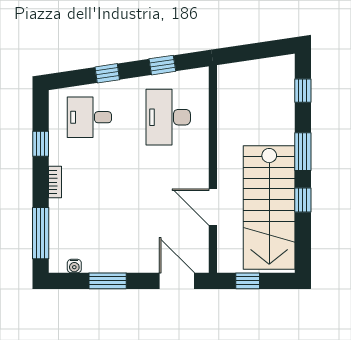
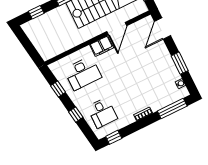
window: (41, 144) -> (114, 137), moved
filing cabinet: (197, 169) -> (102, 46), added

